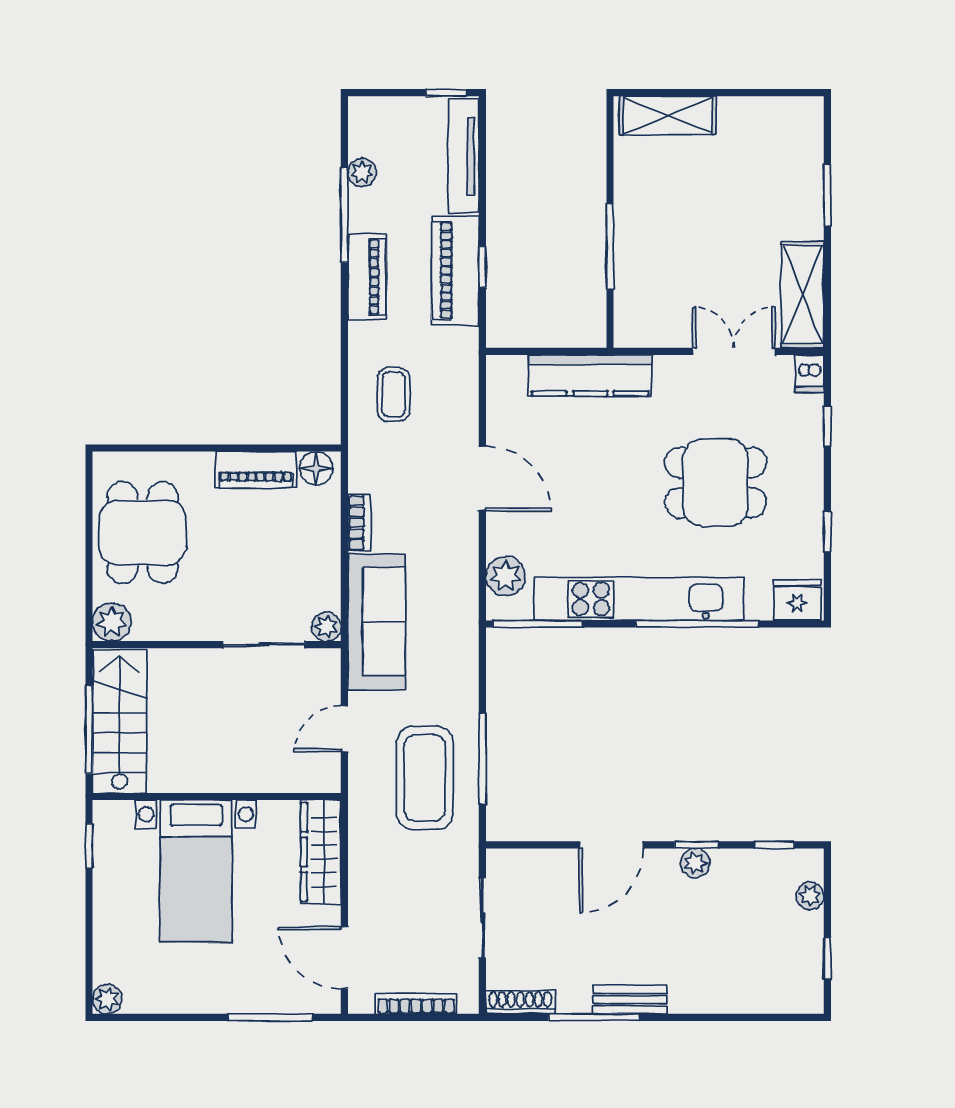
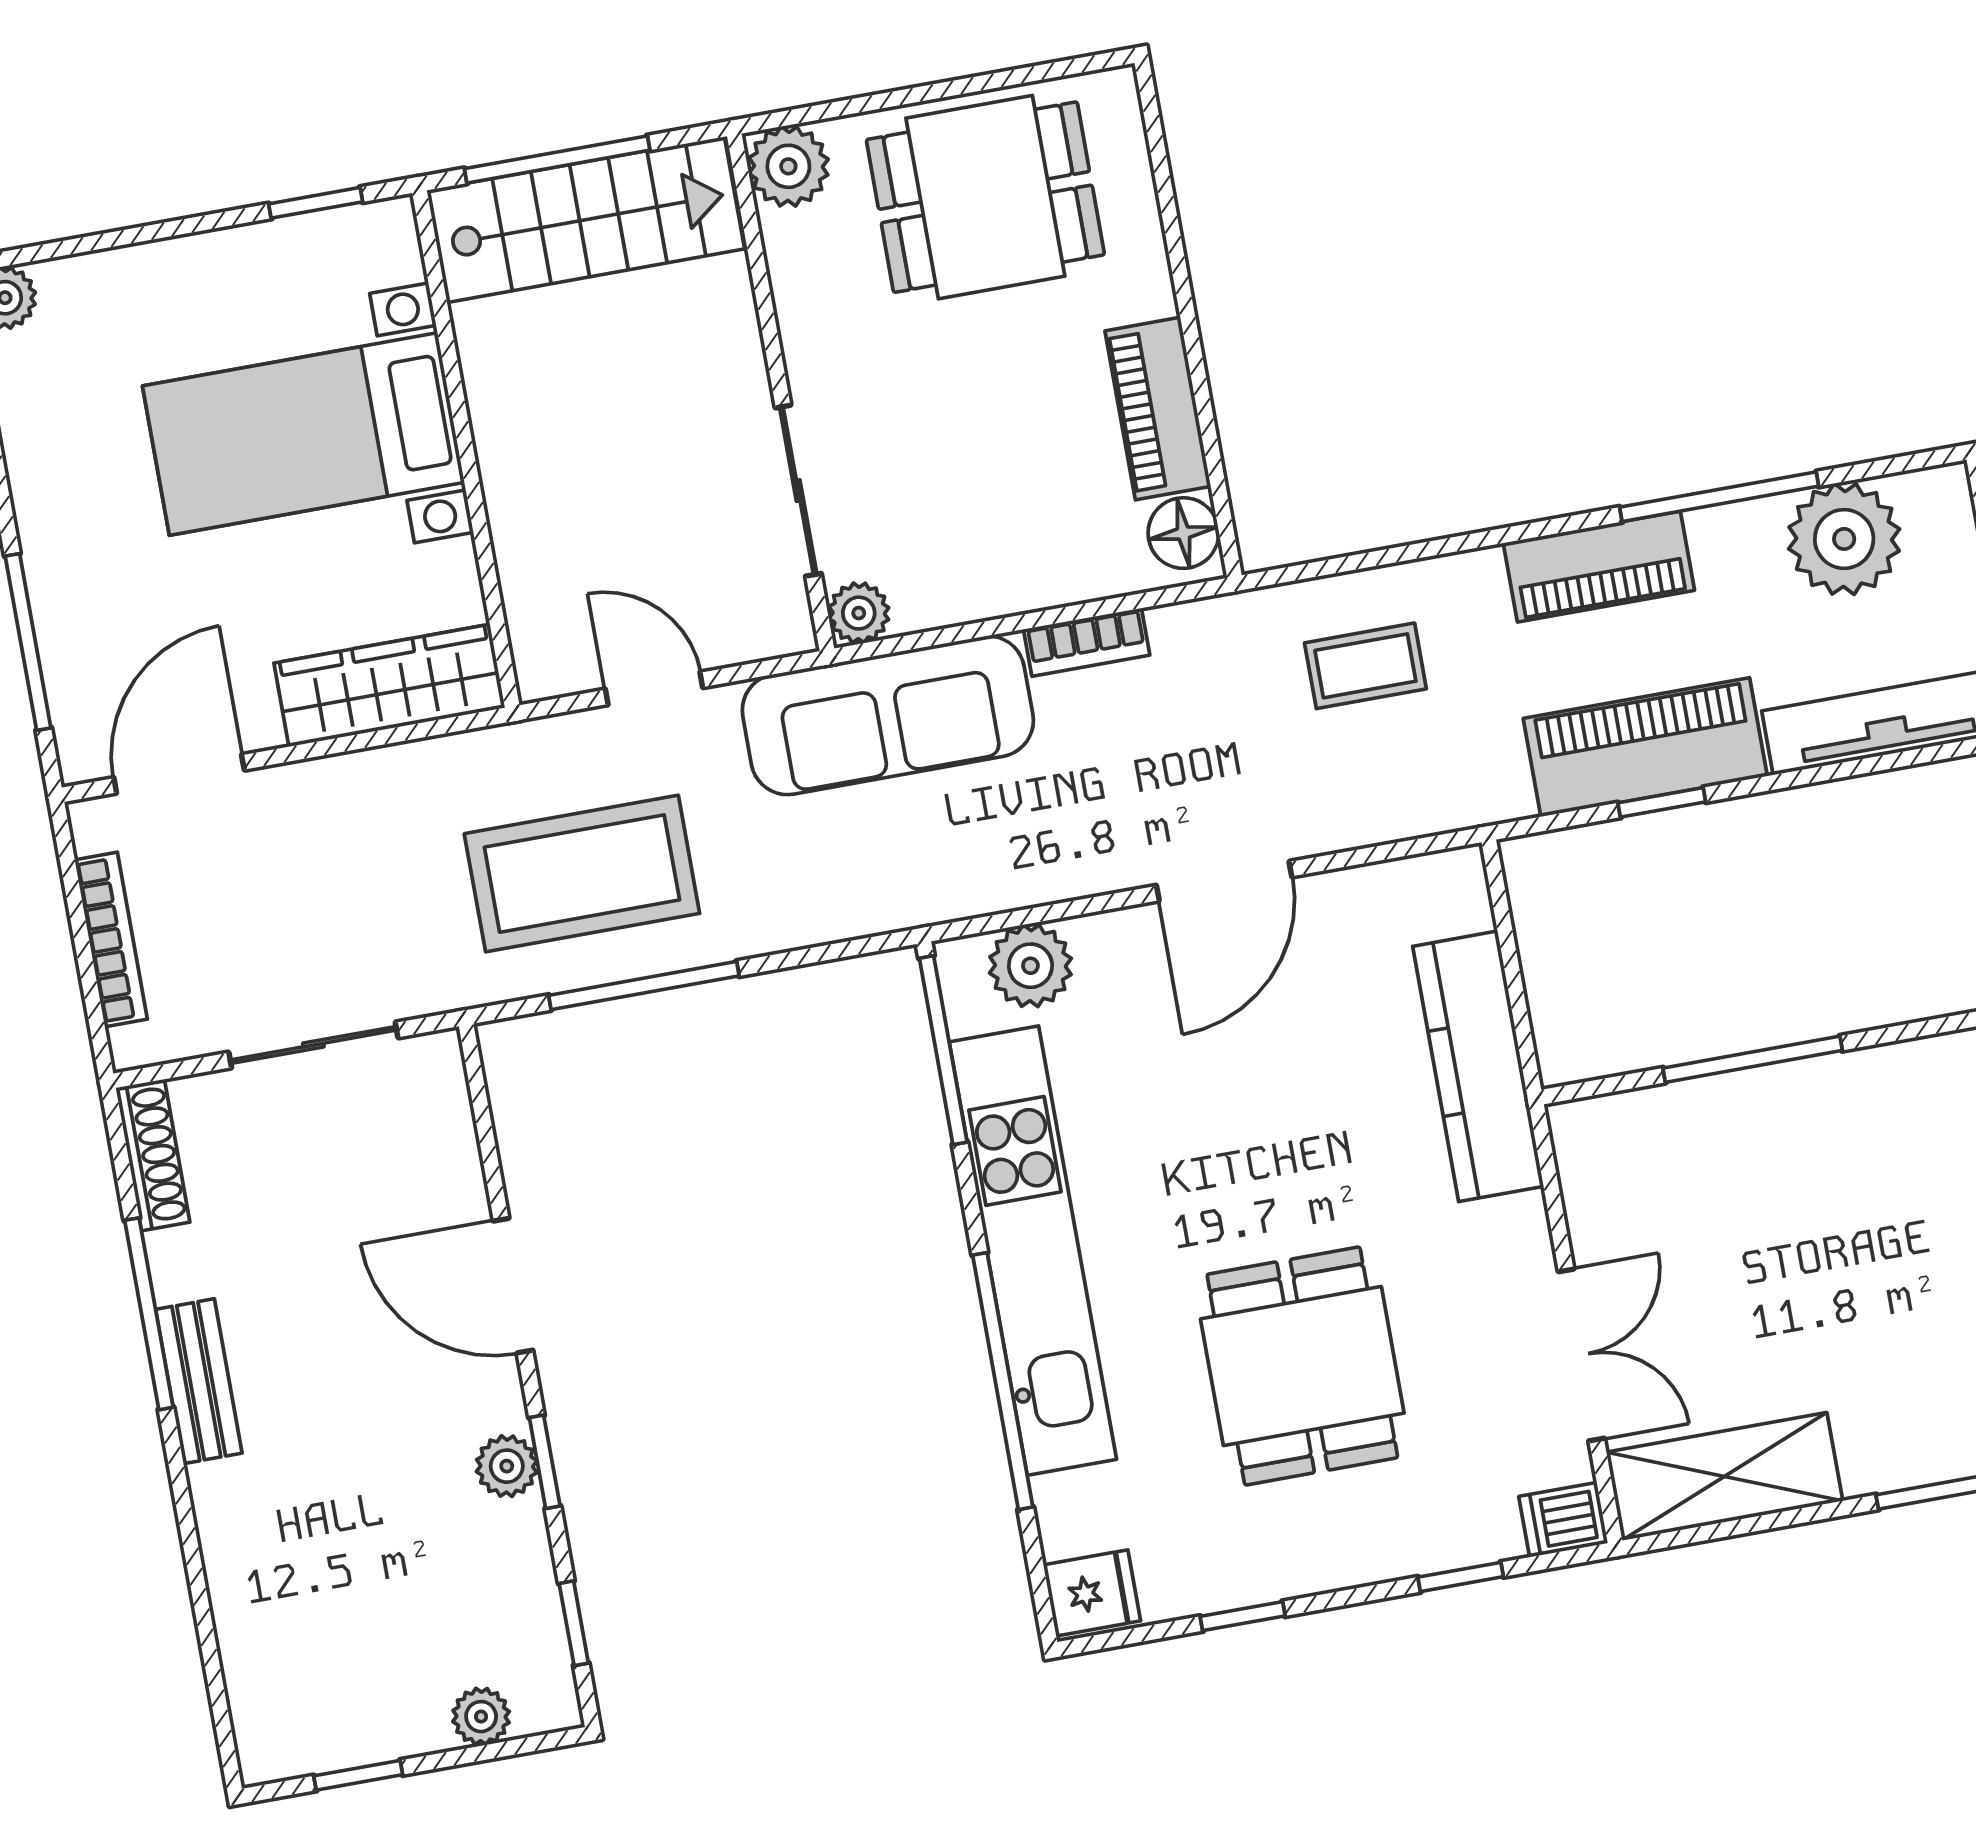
plant: (362, 173) -> (1844, 539), width x1.87, depth x1.87
fridge: (797, 600) -> (1092, 1593), width x0.72

